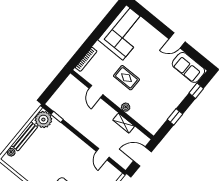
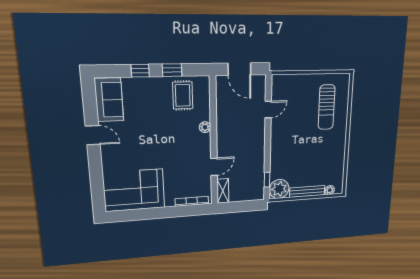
rug: (126, 78) -> (183, 95), moved
window: (196, 91) -> (140, 71), moved
shelving: (124, 123) -> (223, 191), moved

